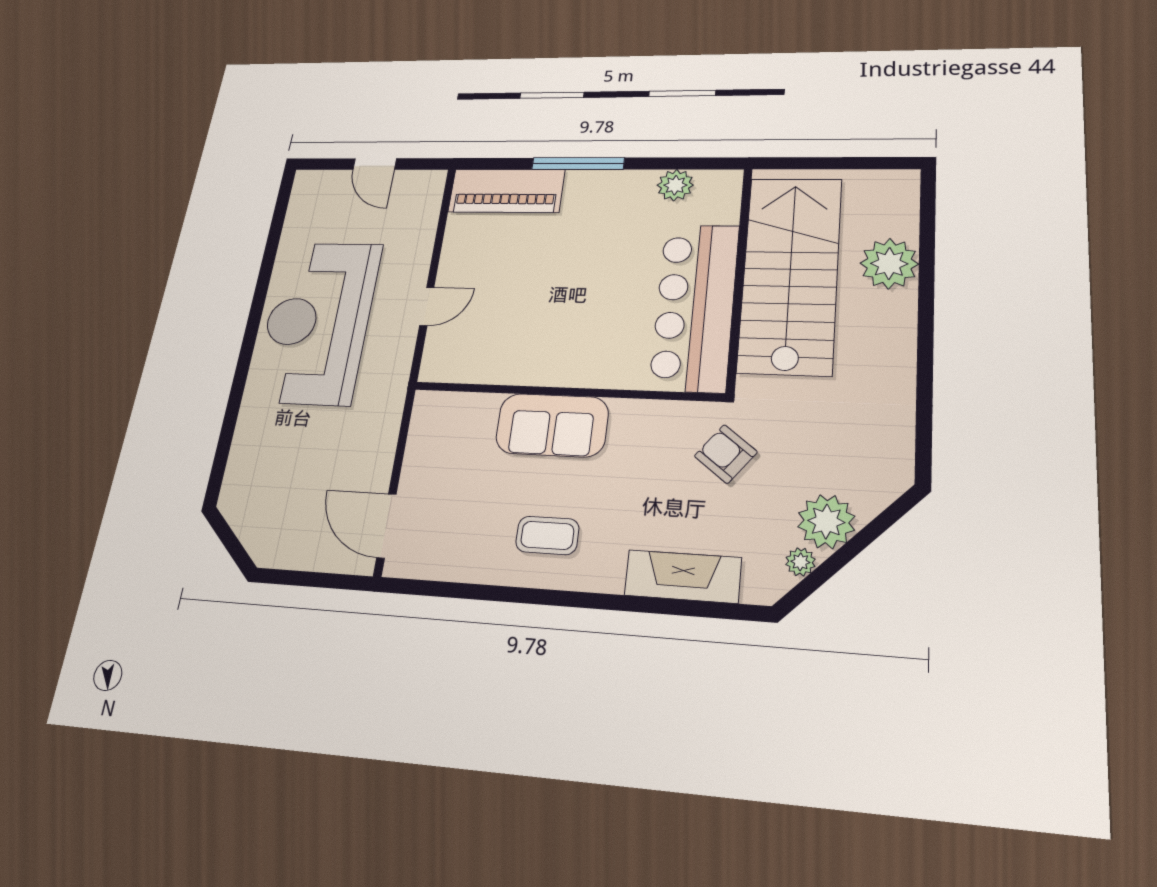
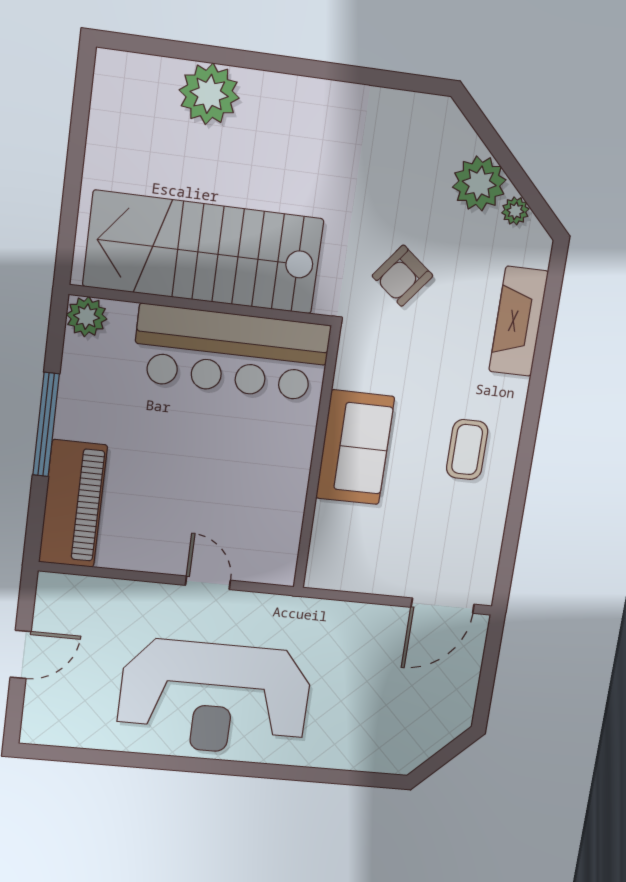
stairs: (790, 274) -> (204, 253), moved
wall: (739, 277) -> (202, 305), moved
bar counter: (695, 307) -> (231, 353), moved

